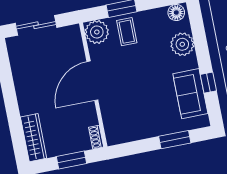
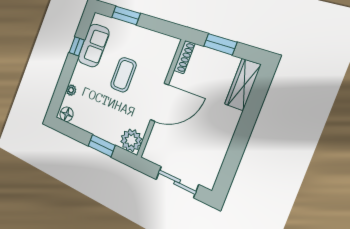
coffee table: (127, 32) -> (123, 75), moved, width x1.36, depth x1.30
plant: (182, 44) -> (71, 90), width x0.53, depth x0.53
shoe rack: (96, 137) -> (184, 57), width x1.43

